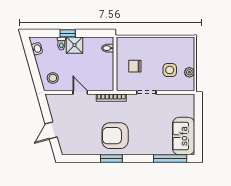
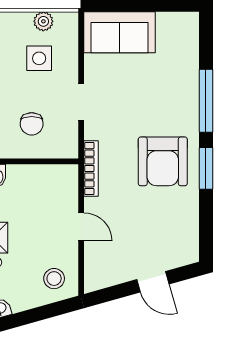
door: (80, 92) -> (81, 227), swing flipped
sofa: (184, 136) -> (119, 32), moved
window: (170, 159) -> (206, 101), moved

